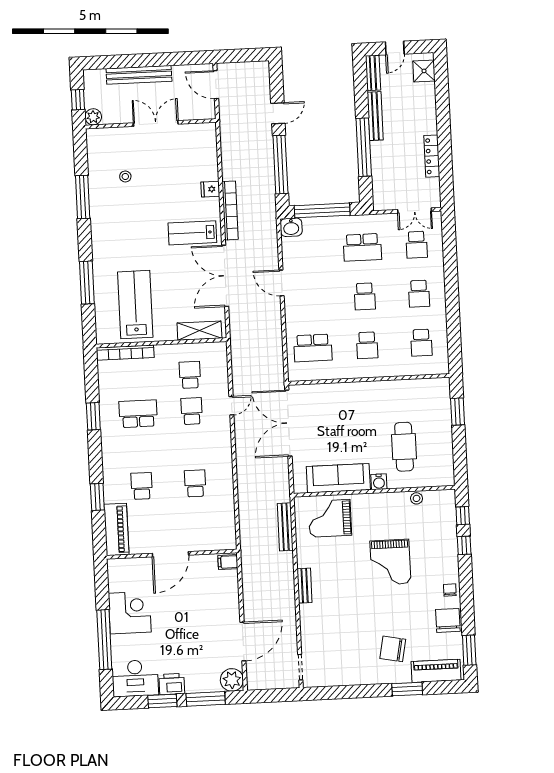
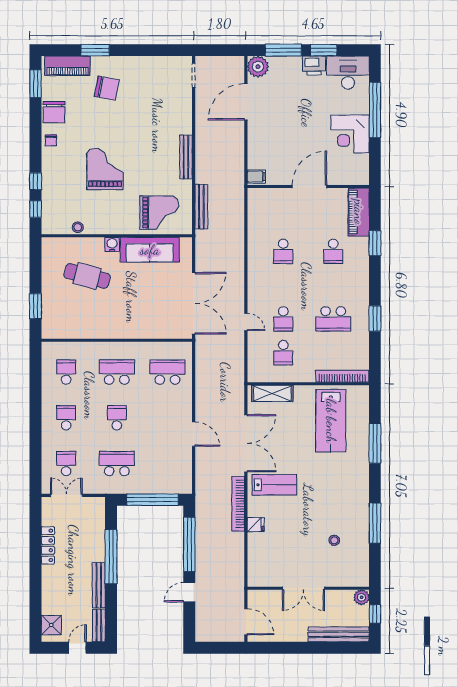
bench: (139, 75) -> (338, 634), moved
washbasin: (291, 227) -> (182, 485), removed
school desk: (367, 345) -> (117, 372), width x1.85
door: (231, 406) -> (246, 322), swing flipped
cafe table: (404, 447) -> (87, 276), turned -75
bench: (305, 586) -> (186, 157), width x1.36

